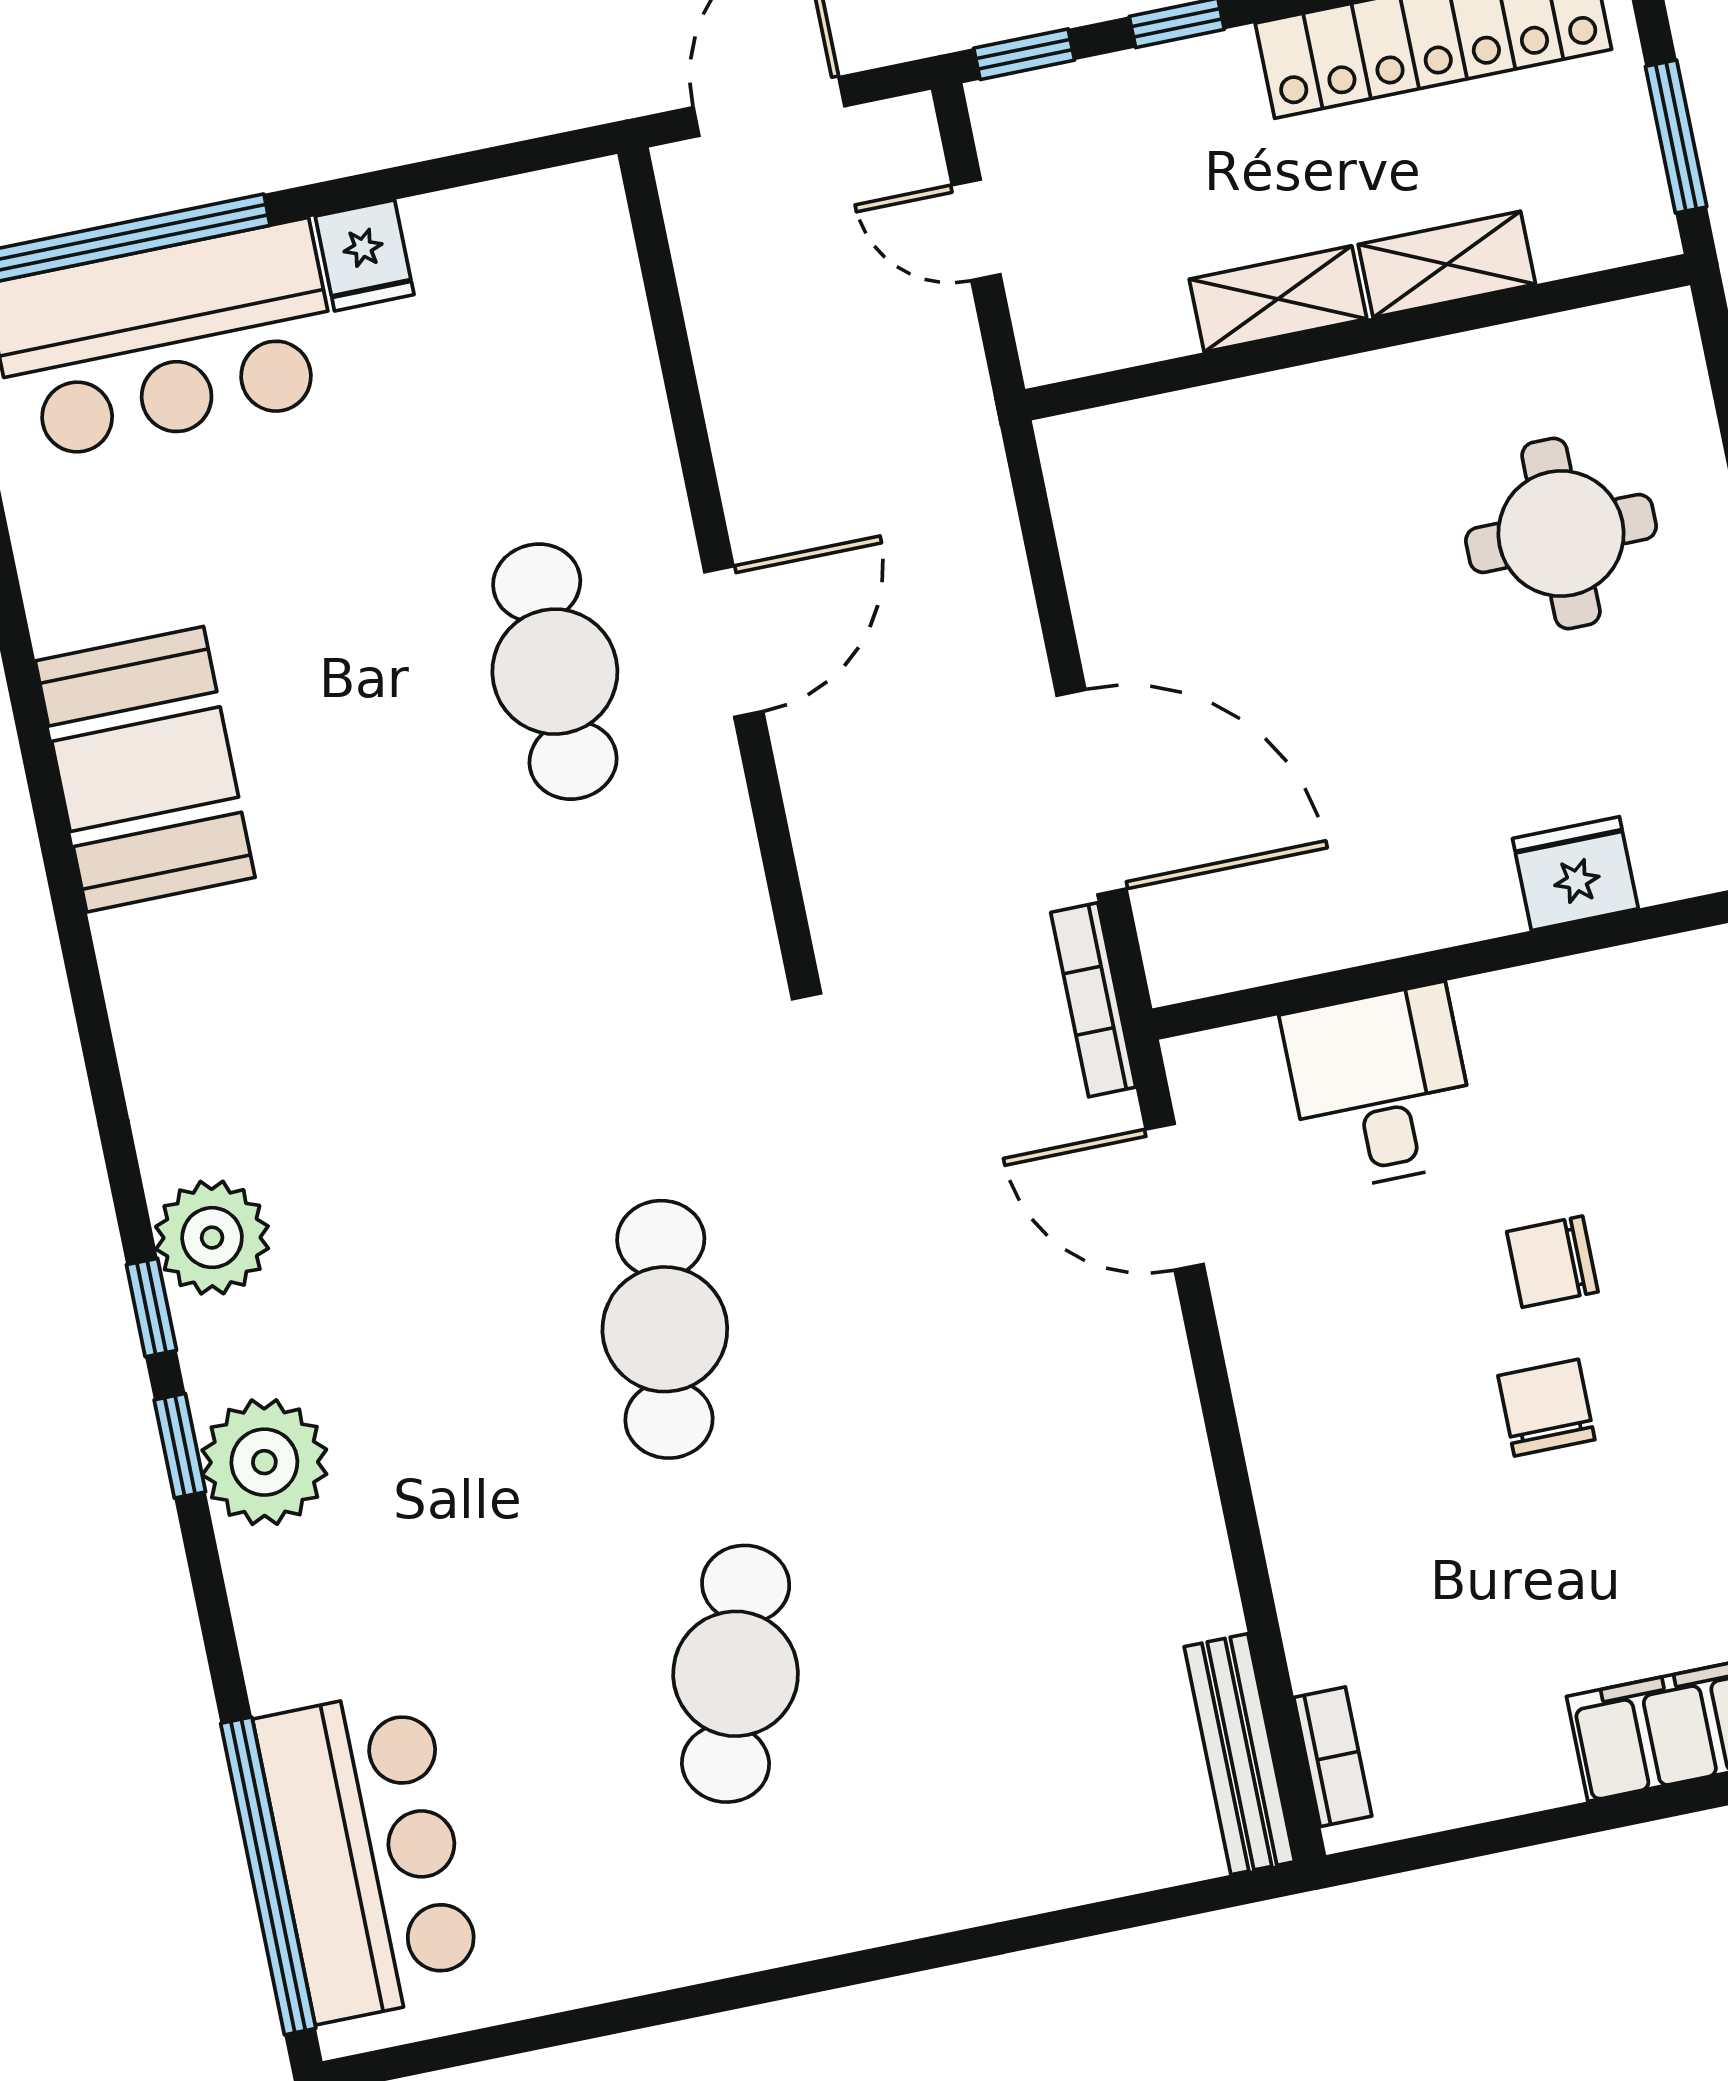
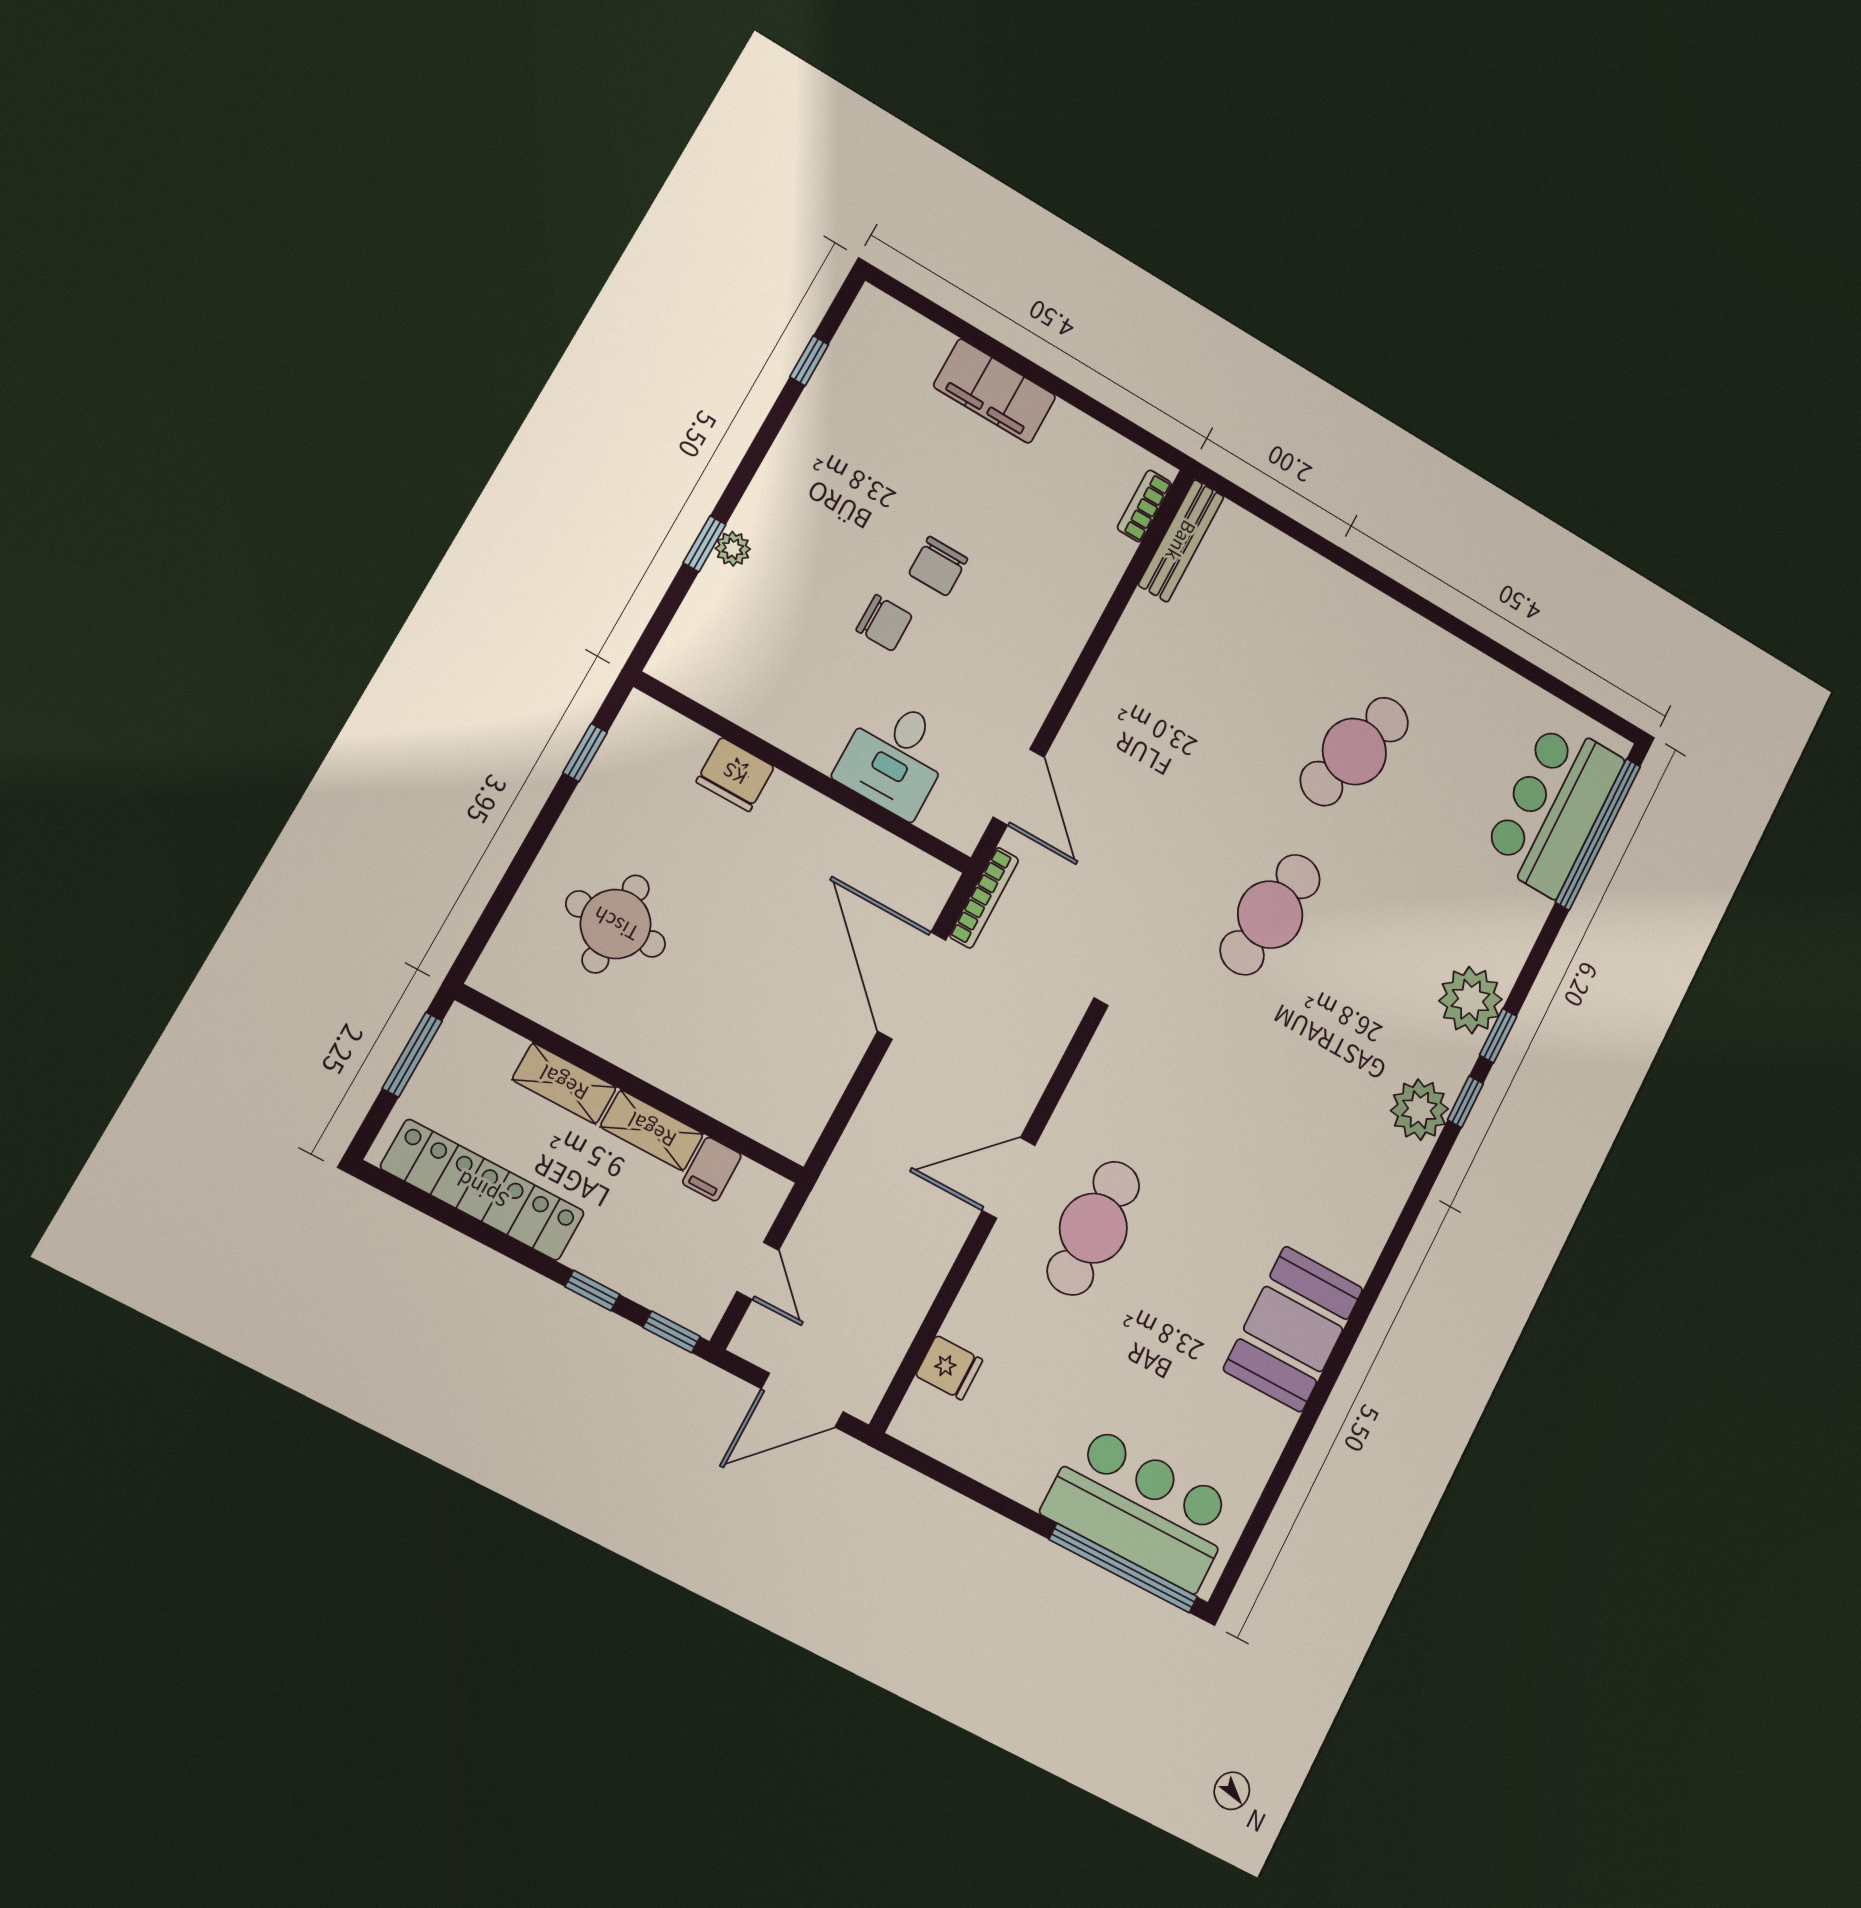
fridge: (365, 255) -> (949, 1368), moved, turned 90
filing cabinet: (1154, 314) -> (712, 1169), added

